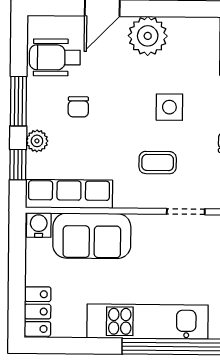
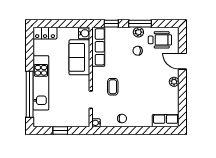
plant: (148, 36) -> (174, 82), width x0.53, depth x0.53
wheelchair: (55, 57) -> (160, 40), turned 90
side table: (169, 107) -> (138, 92), removed
plant: (37, 141) -> (138, 32), moved

